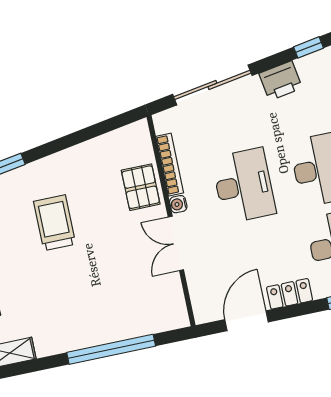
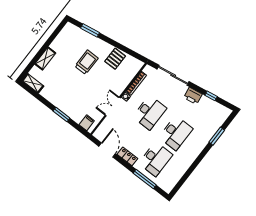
pallet: (141, 187) -> (115, 59), moved
filing cabinet: (165, 316) -> (87, 123), added
door: (246, 321) -> (107, 150), hinge flipped
window: (111, 349) -> (61, 115), width x0.47

